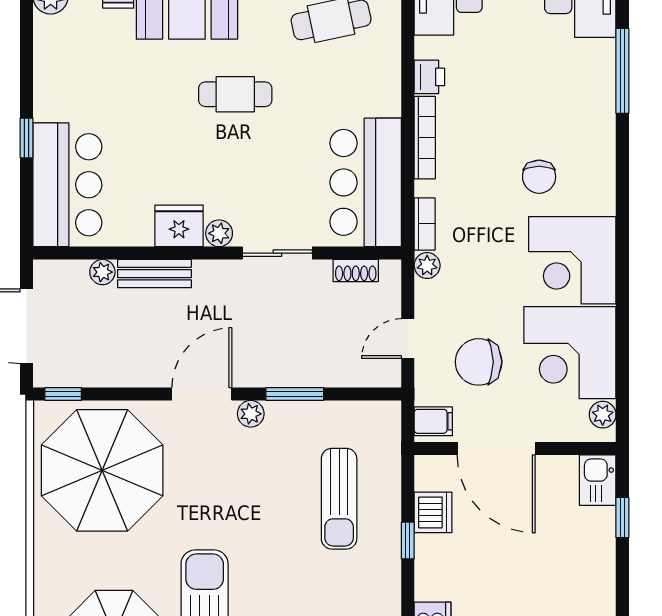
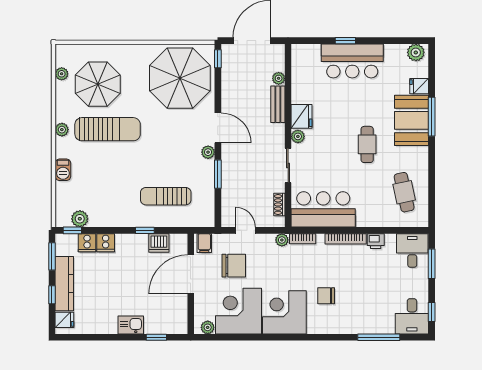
bar counter: (67, 185) -> (352, 61), moved
chair: (479, 362) -> (234, 266), turned 90
kitchen sink: (598, 480) -> (131, 325), moved

